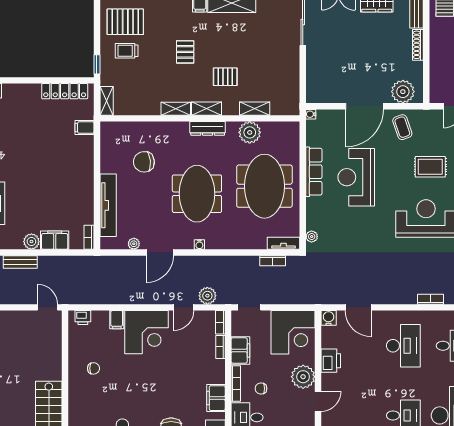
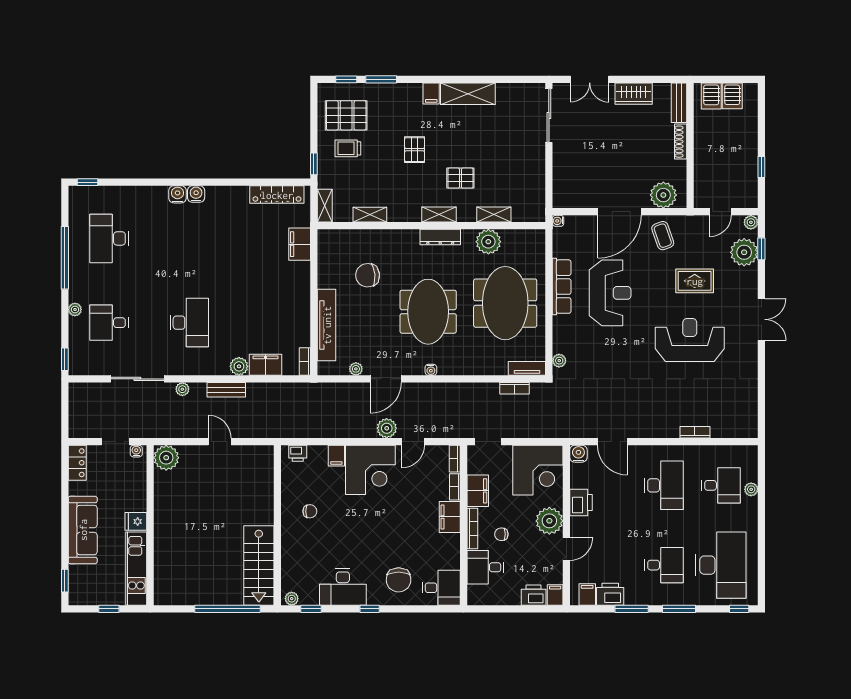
shelving: (176, 109) -> (370, 215), moved
filing cabinet: (84, 128) -> (300, 244), width x2.00
reception desk: (356, 177) -> (610, 293), turned 180
plant: (207, 296) -> (387, 428), moved
door: (48, 307) -> (220, 442), moved
filing cabinet: (216, 398) -> (450, 517), moved

